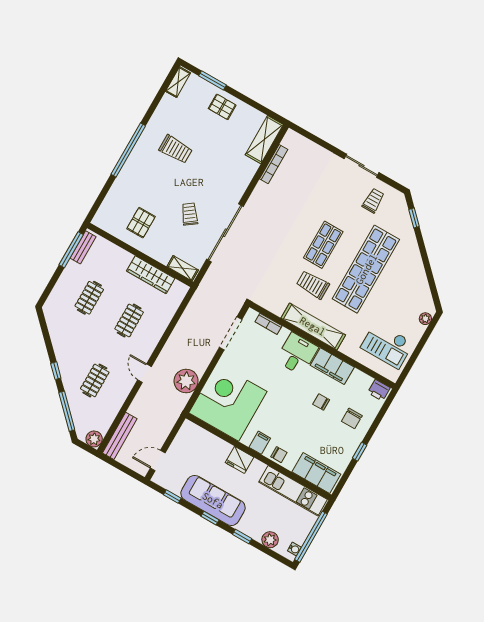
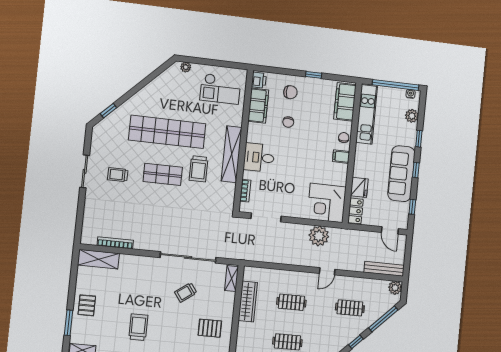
trolley: (373, 201) -> (118, 175), moved
checkout: (387, 345) -> (220, 89), turned 90
filing cabinet: (332, 366) -> (258, 106), moved
corner desk: (228, 402) -> (327, 203), width x0.74, depth x0.74
locker: (195, 433) -> (356, 211), added
fridge: (239, 460) -> (359, 187), moved

